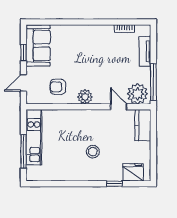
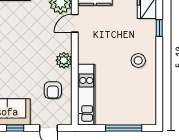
kitchen unit: (34, 137) -> (86, 95), moved, turned 90
stool: (93, 152) -> (138, 60), moved

